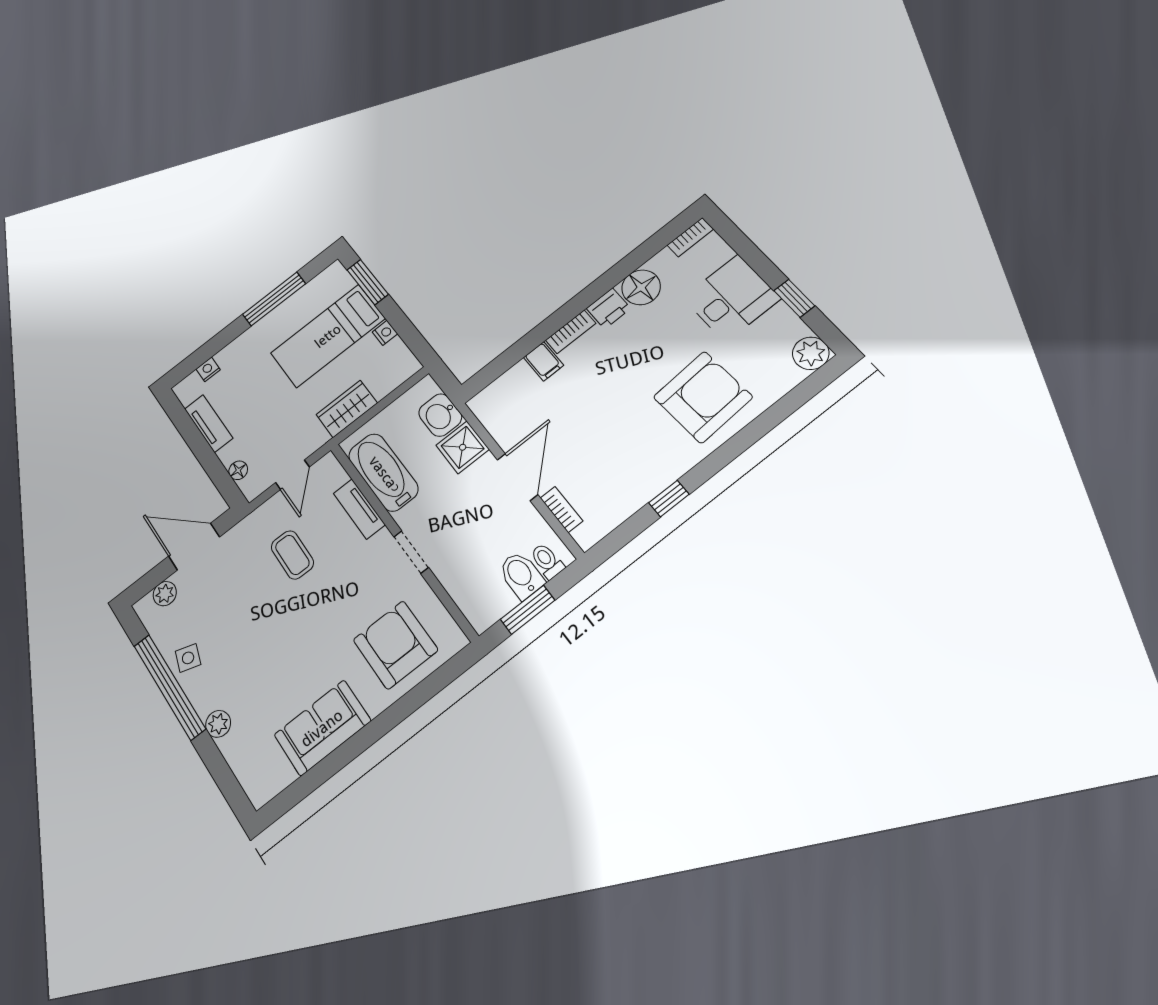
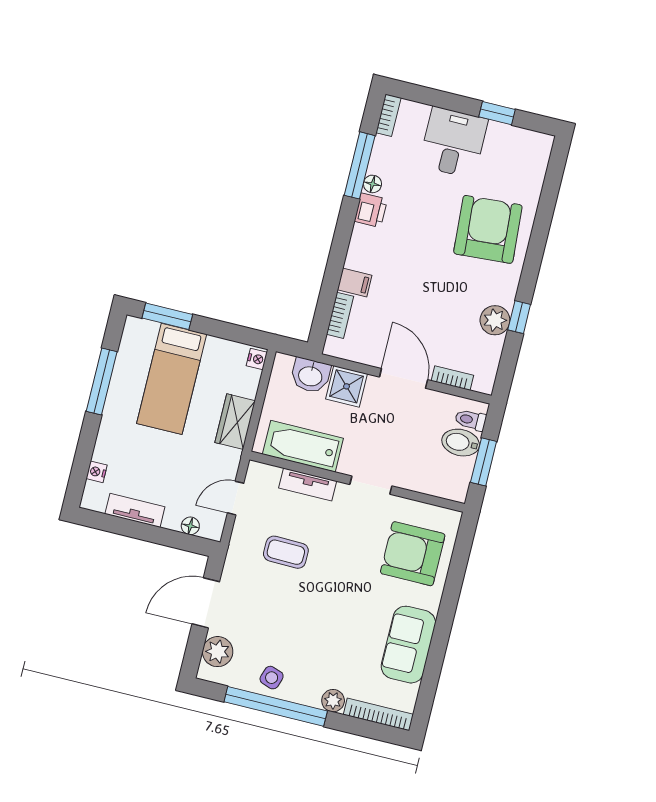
window: (630, 264) -> (360, 165), added
floor lamp: (641, 287) -> (372, 184), width x0.53, depth x0.53
bookcase: (571, 332) -> (340, 315), moved
nightstand: (385, 333) -> (257, 359), moved, turned 90
plant: (811, 353) -> (495, 320), moved
door: (292, 475) -> (236, 498), swing flipped
plant: (165, 594) -> (218, 652), width x1.38, depth x1.38
bookcase: (244, 771) -> (378, 714), added

